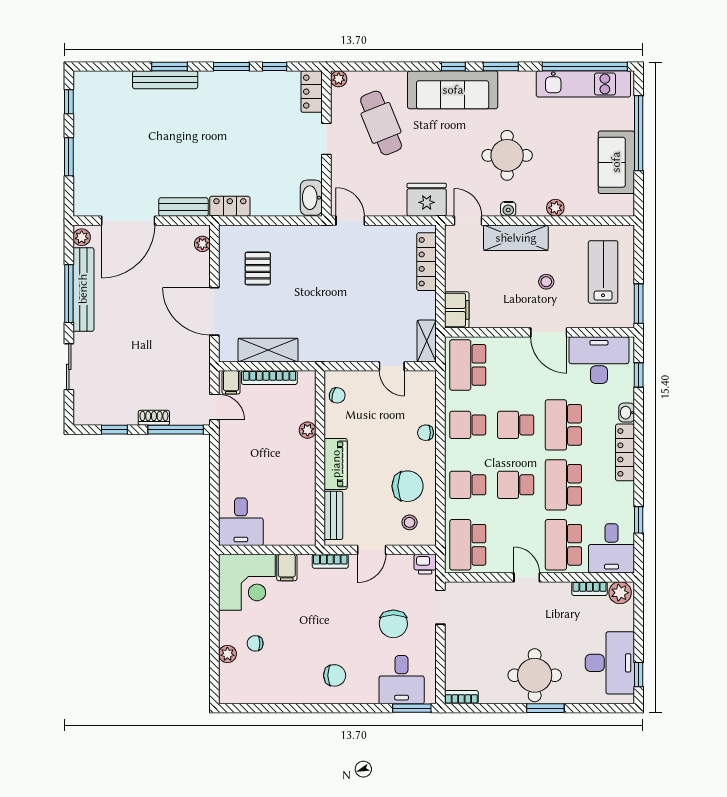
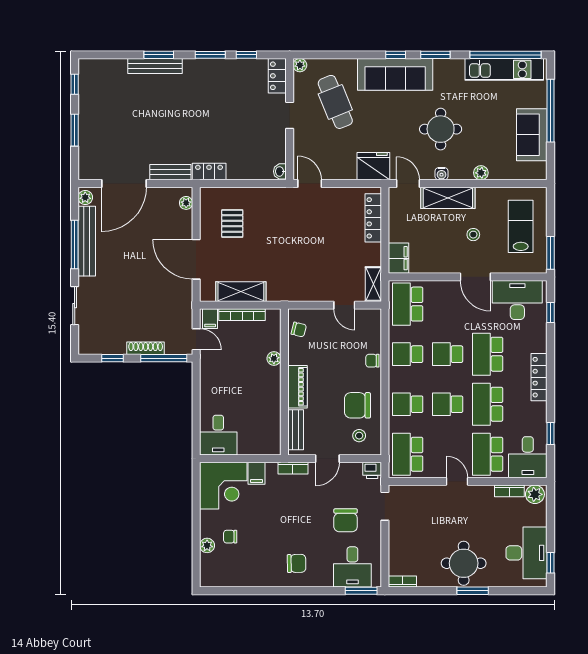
washbasin: (311, 198) -> (280, 171), width x0.52, depth x0.69
washbasin: (627, 413) -> (540, 344), removed
shoe rack: (154, 418) -> (146, 348), width x1.43
chair: (408, 486) -> (357, 405), turned 180

